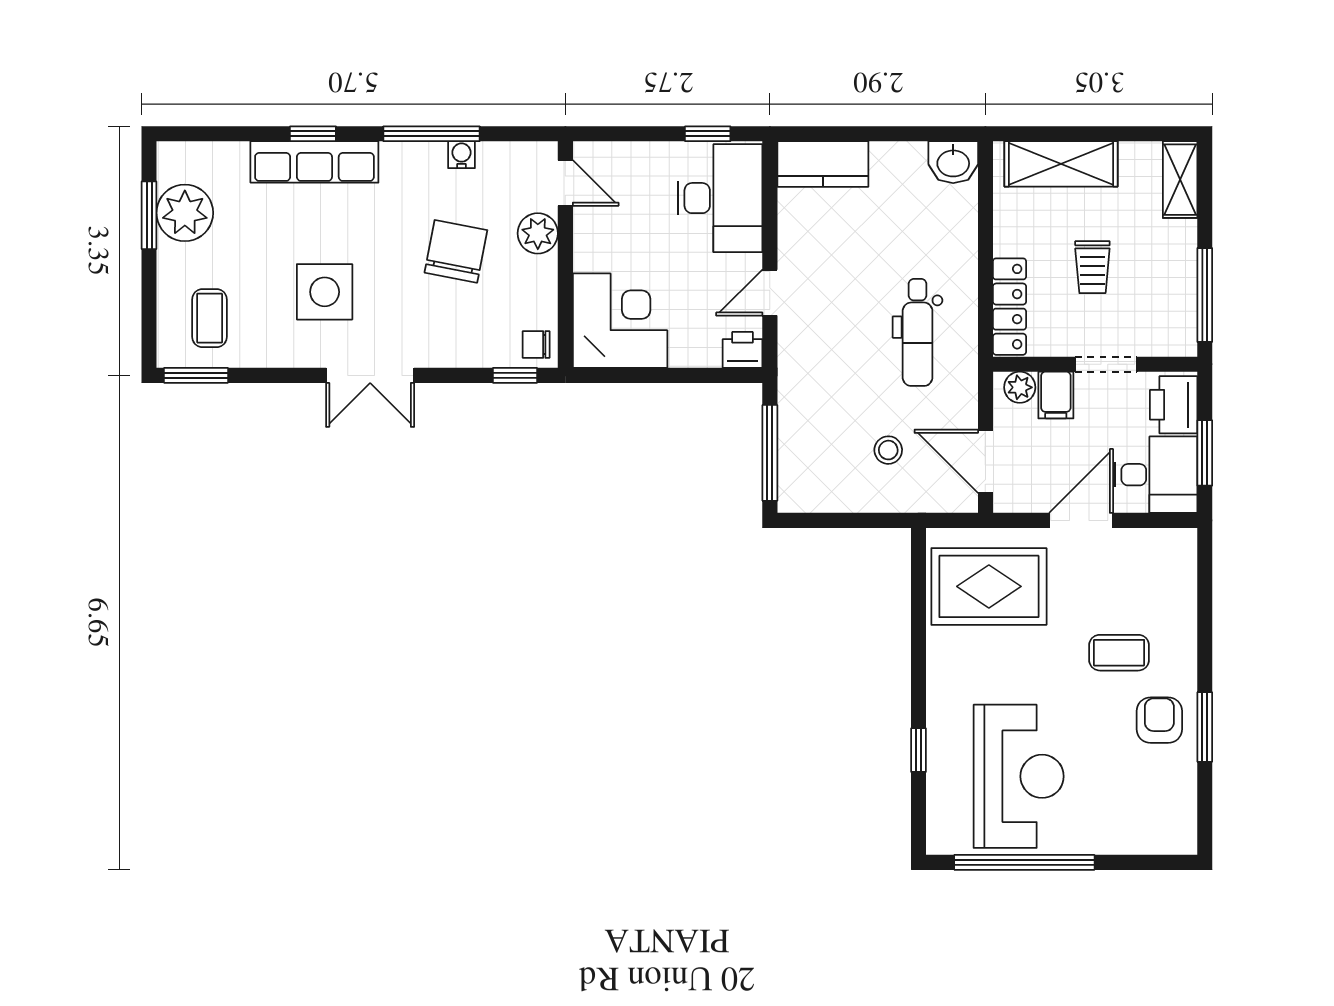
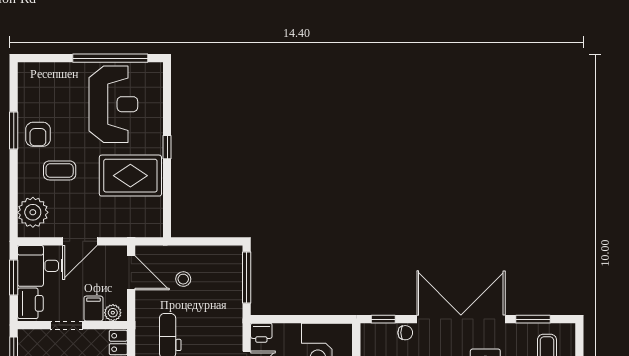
chair: (536, 344) -> (405, 333), moved
window: (196, 375) -> (533, 319), moved
double door: (370, 375) -> (461, 319), width x1.87
plant: (1169, 575) -> (33, 212), added
rug: (989, 586) -> (130, 176), moved
window: (919, 750) -> (167, 147), moved
reception desk: (1019, 776) -> (113, 104), turned 180

